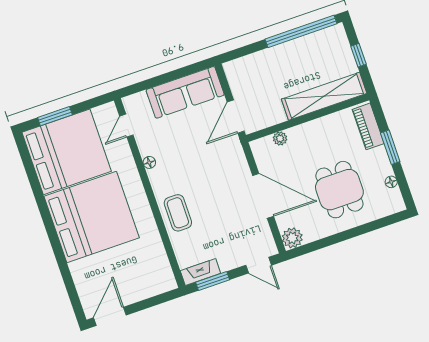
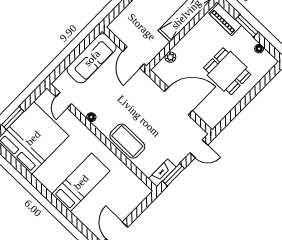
coffee table: (178, 213) -> (127, 141), width x1.36, depth x1.32
bed: (92, 217) -> (81, 182), width x0.49
plant: (292, 238) -> (212, 119), removed

